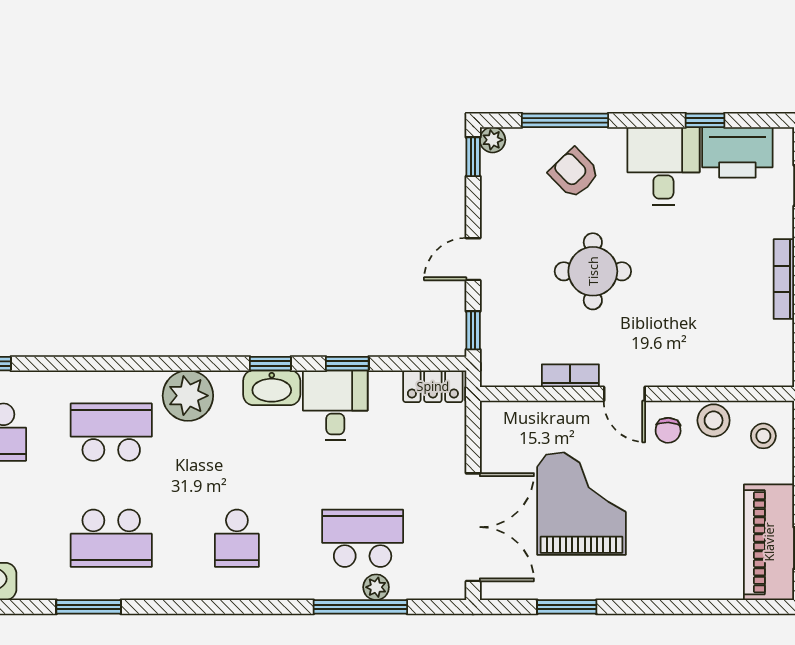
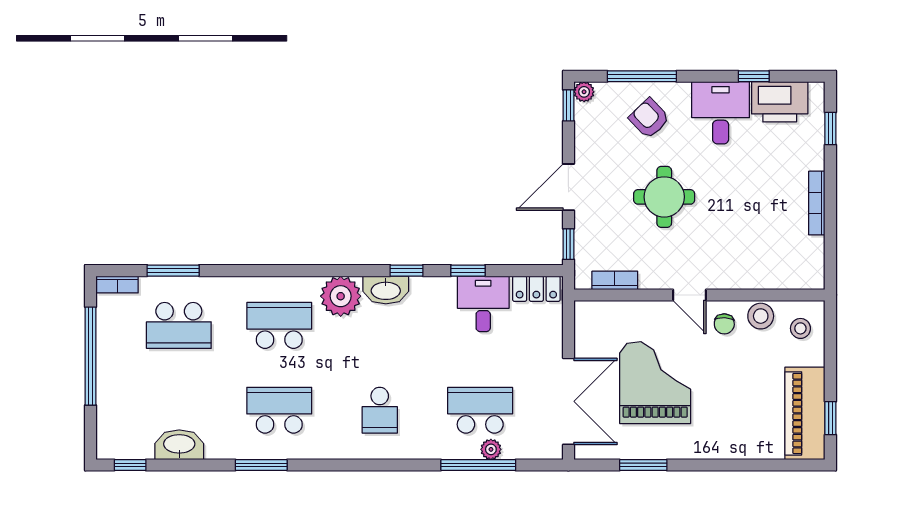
door: (473, 259) -> (568, 187), width x1.38
bookcase: (570, 376) -> (615, 280), moved
washbasin: (272, 388) -> (386, 290), moved
desk: (335, 405) -> (483, 304), moved
school desk: (111, 538) -> (279, 410), turned 180

